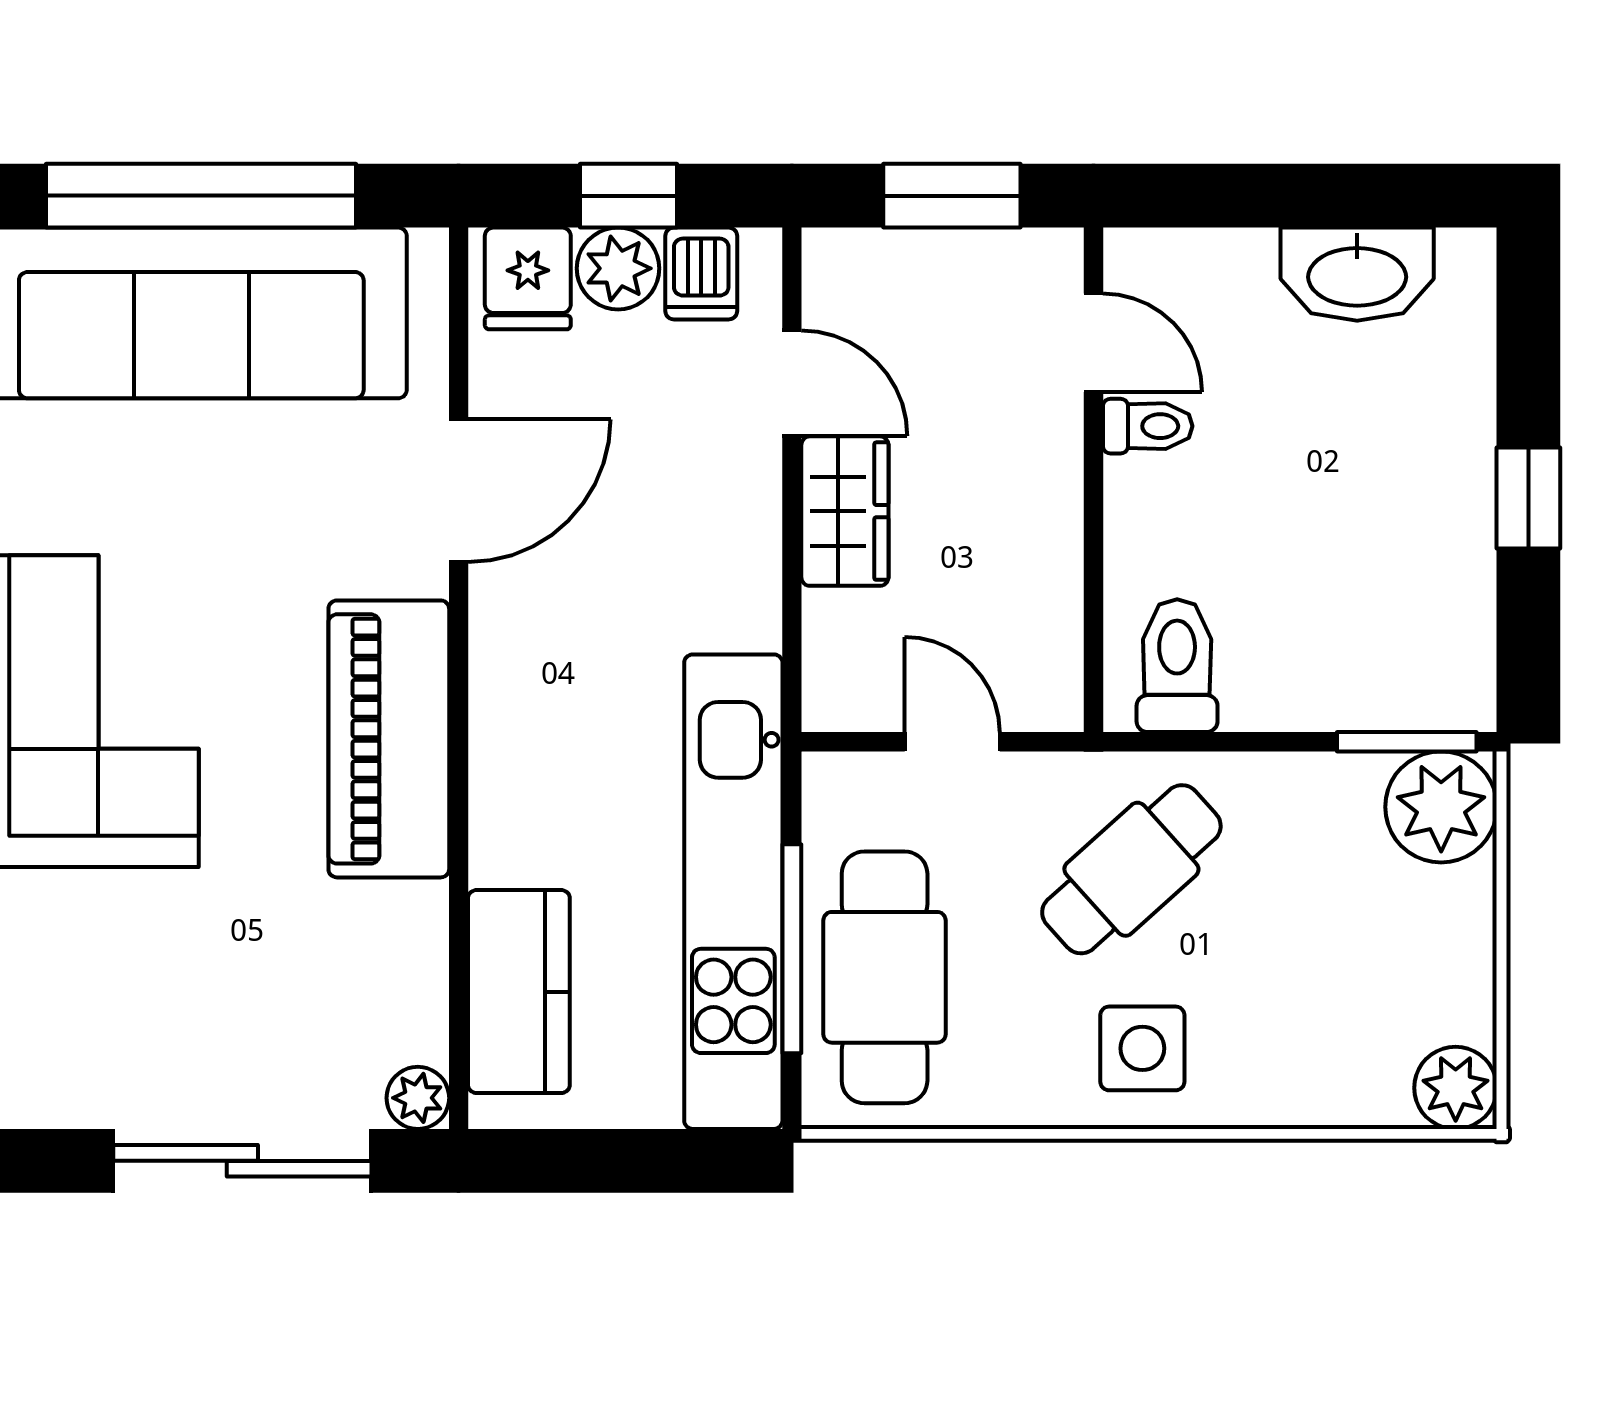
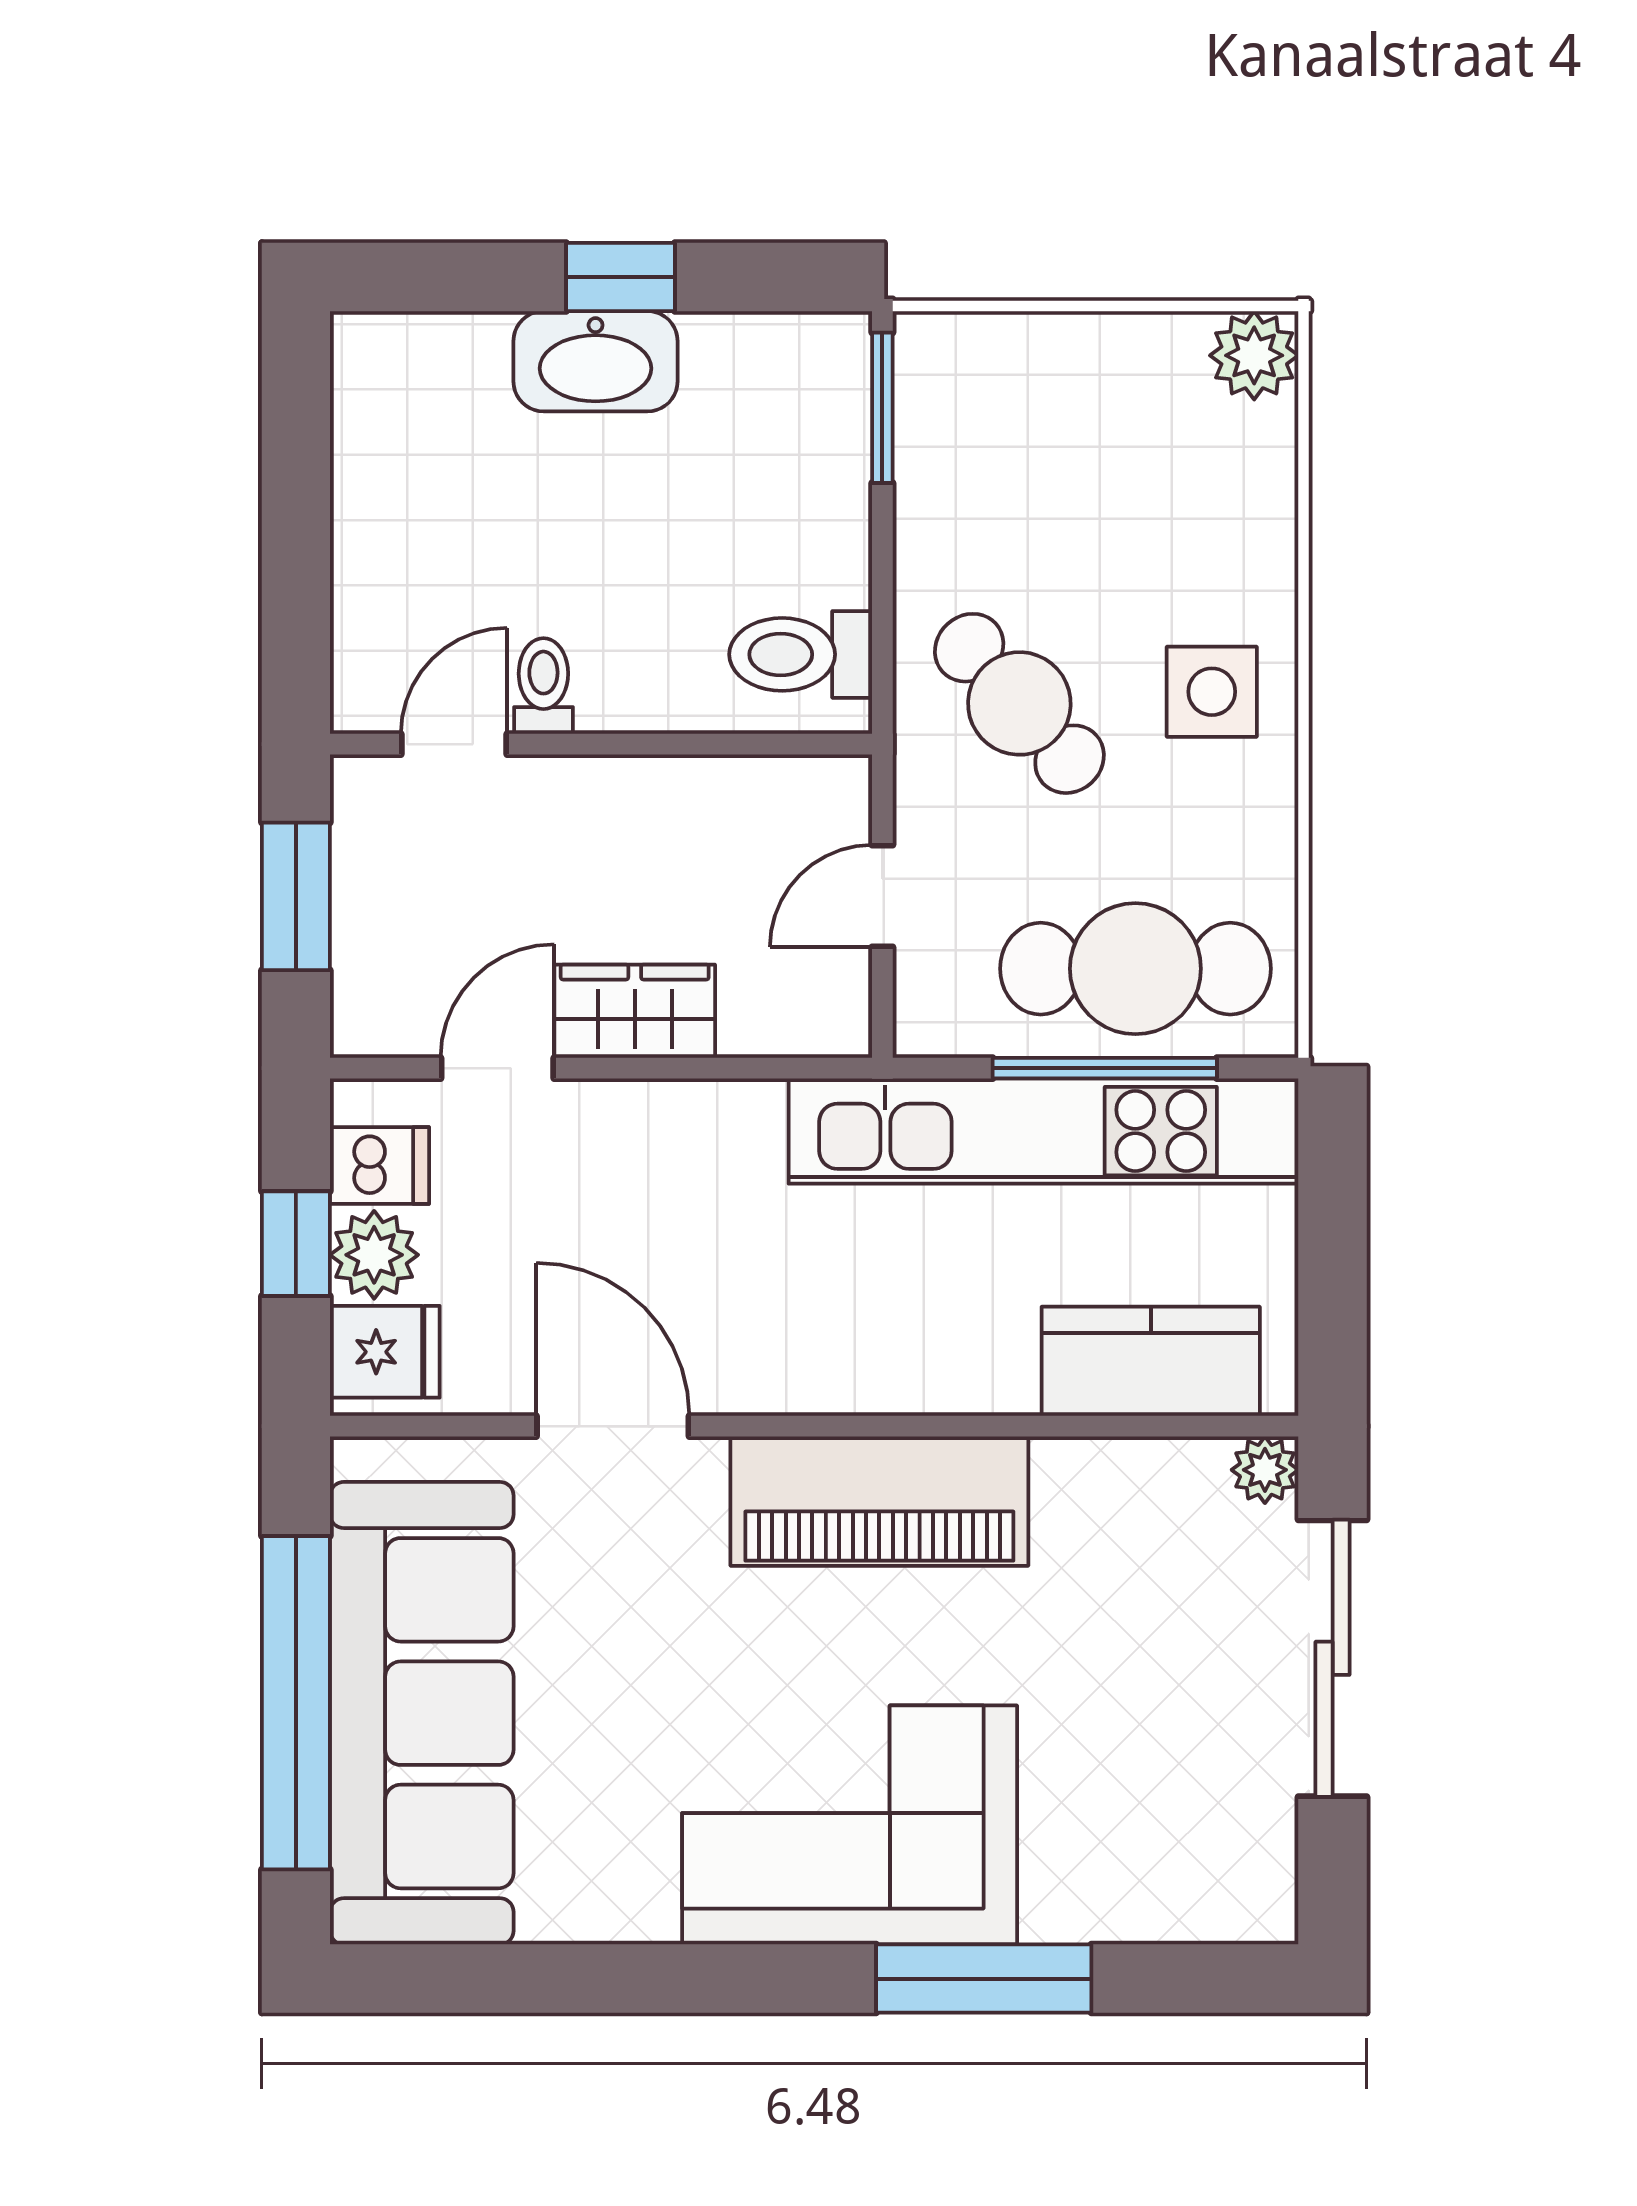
washbasin: (1357, 274) -> (596, 361), moved, turned 90
plant: (1441, 807) -> (952, 371), removed

